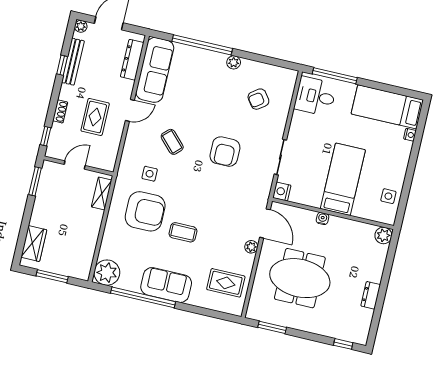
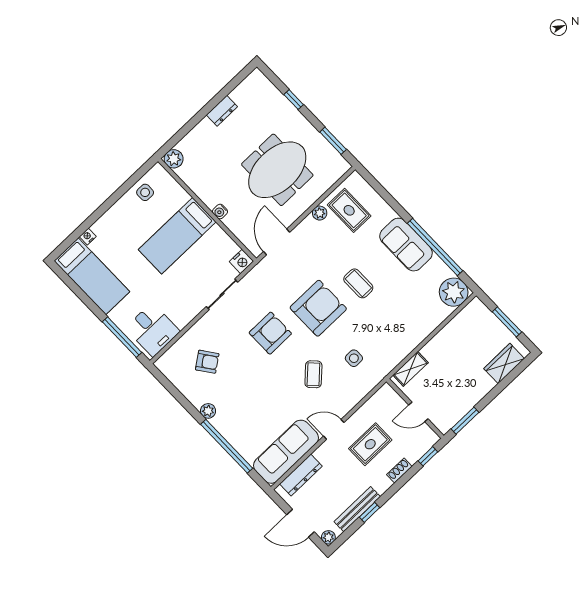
armchair: (145, 211) -> (318, 308), moved, turned 90
plant: (251, 247) -> (320, 213), moved
meeting table: (300, 278) -> (277, 170), turned 90
window: (343, 344) -> (294, 100), moved

